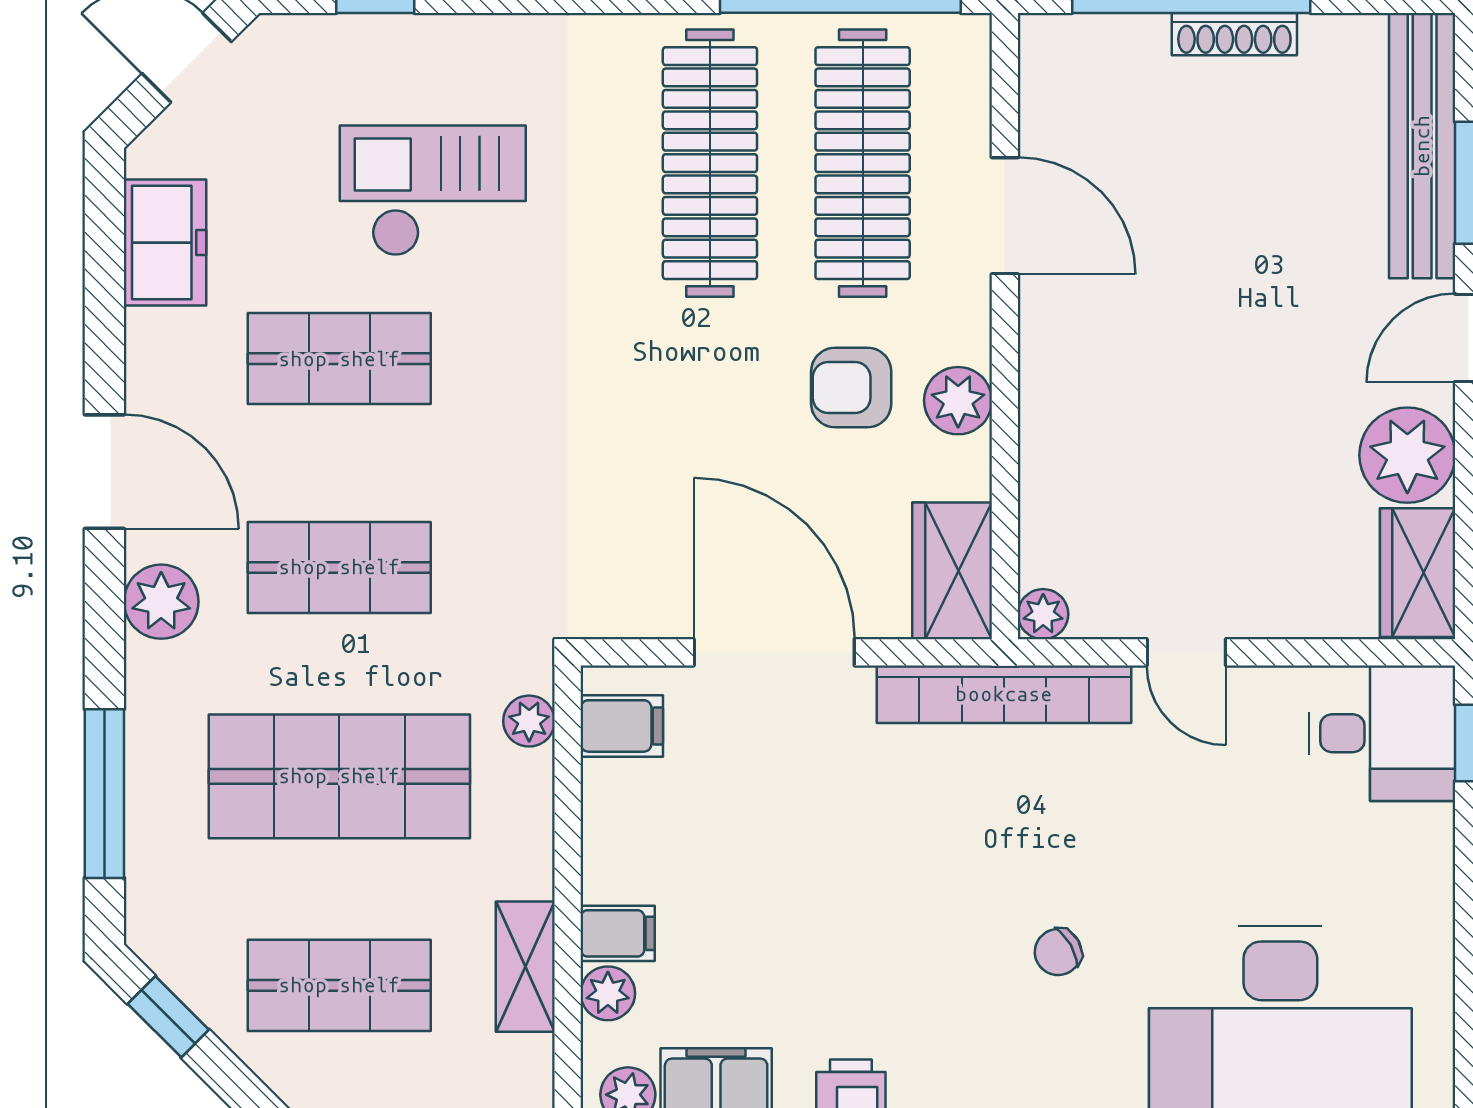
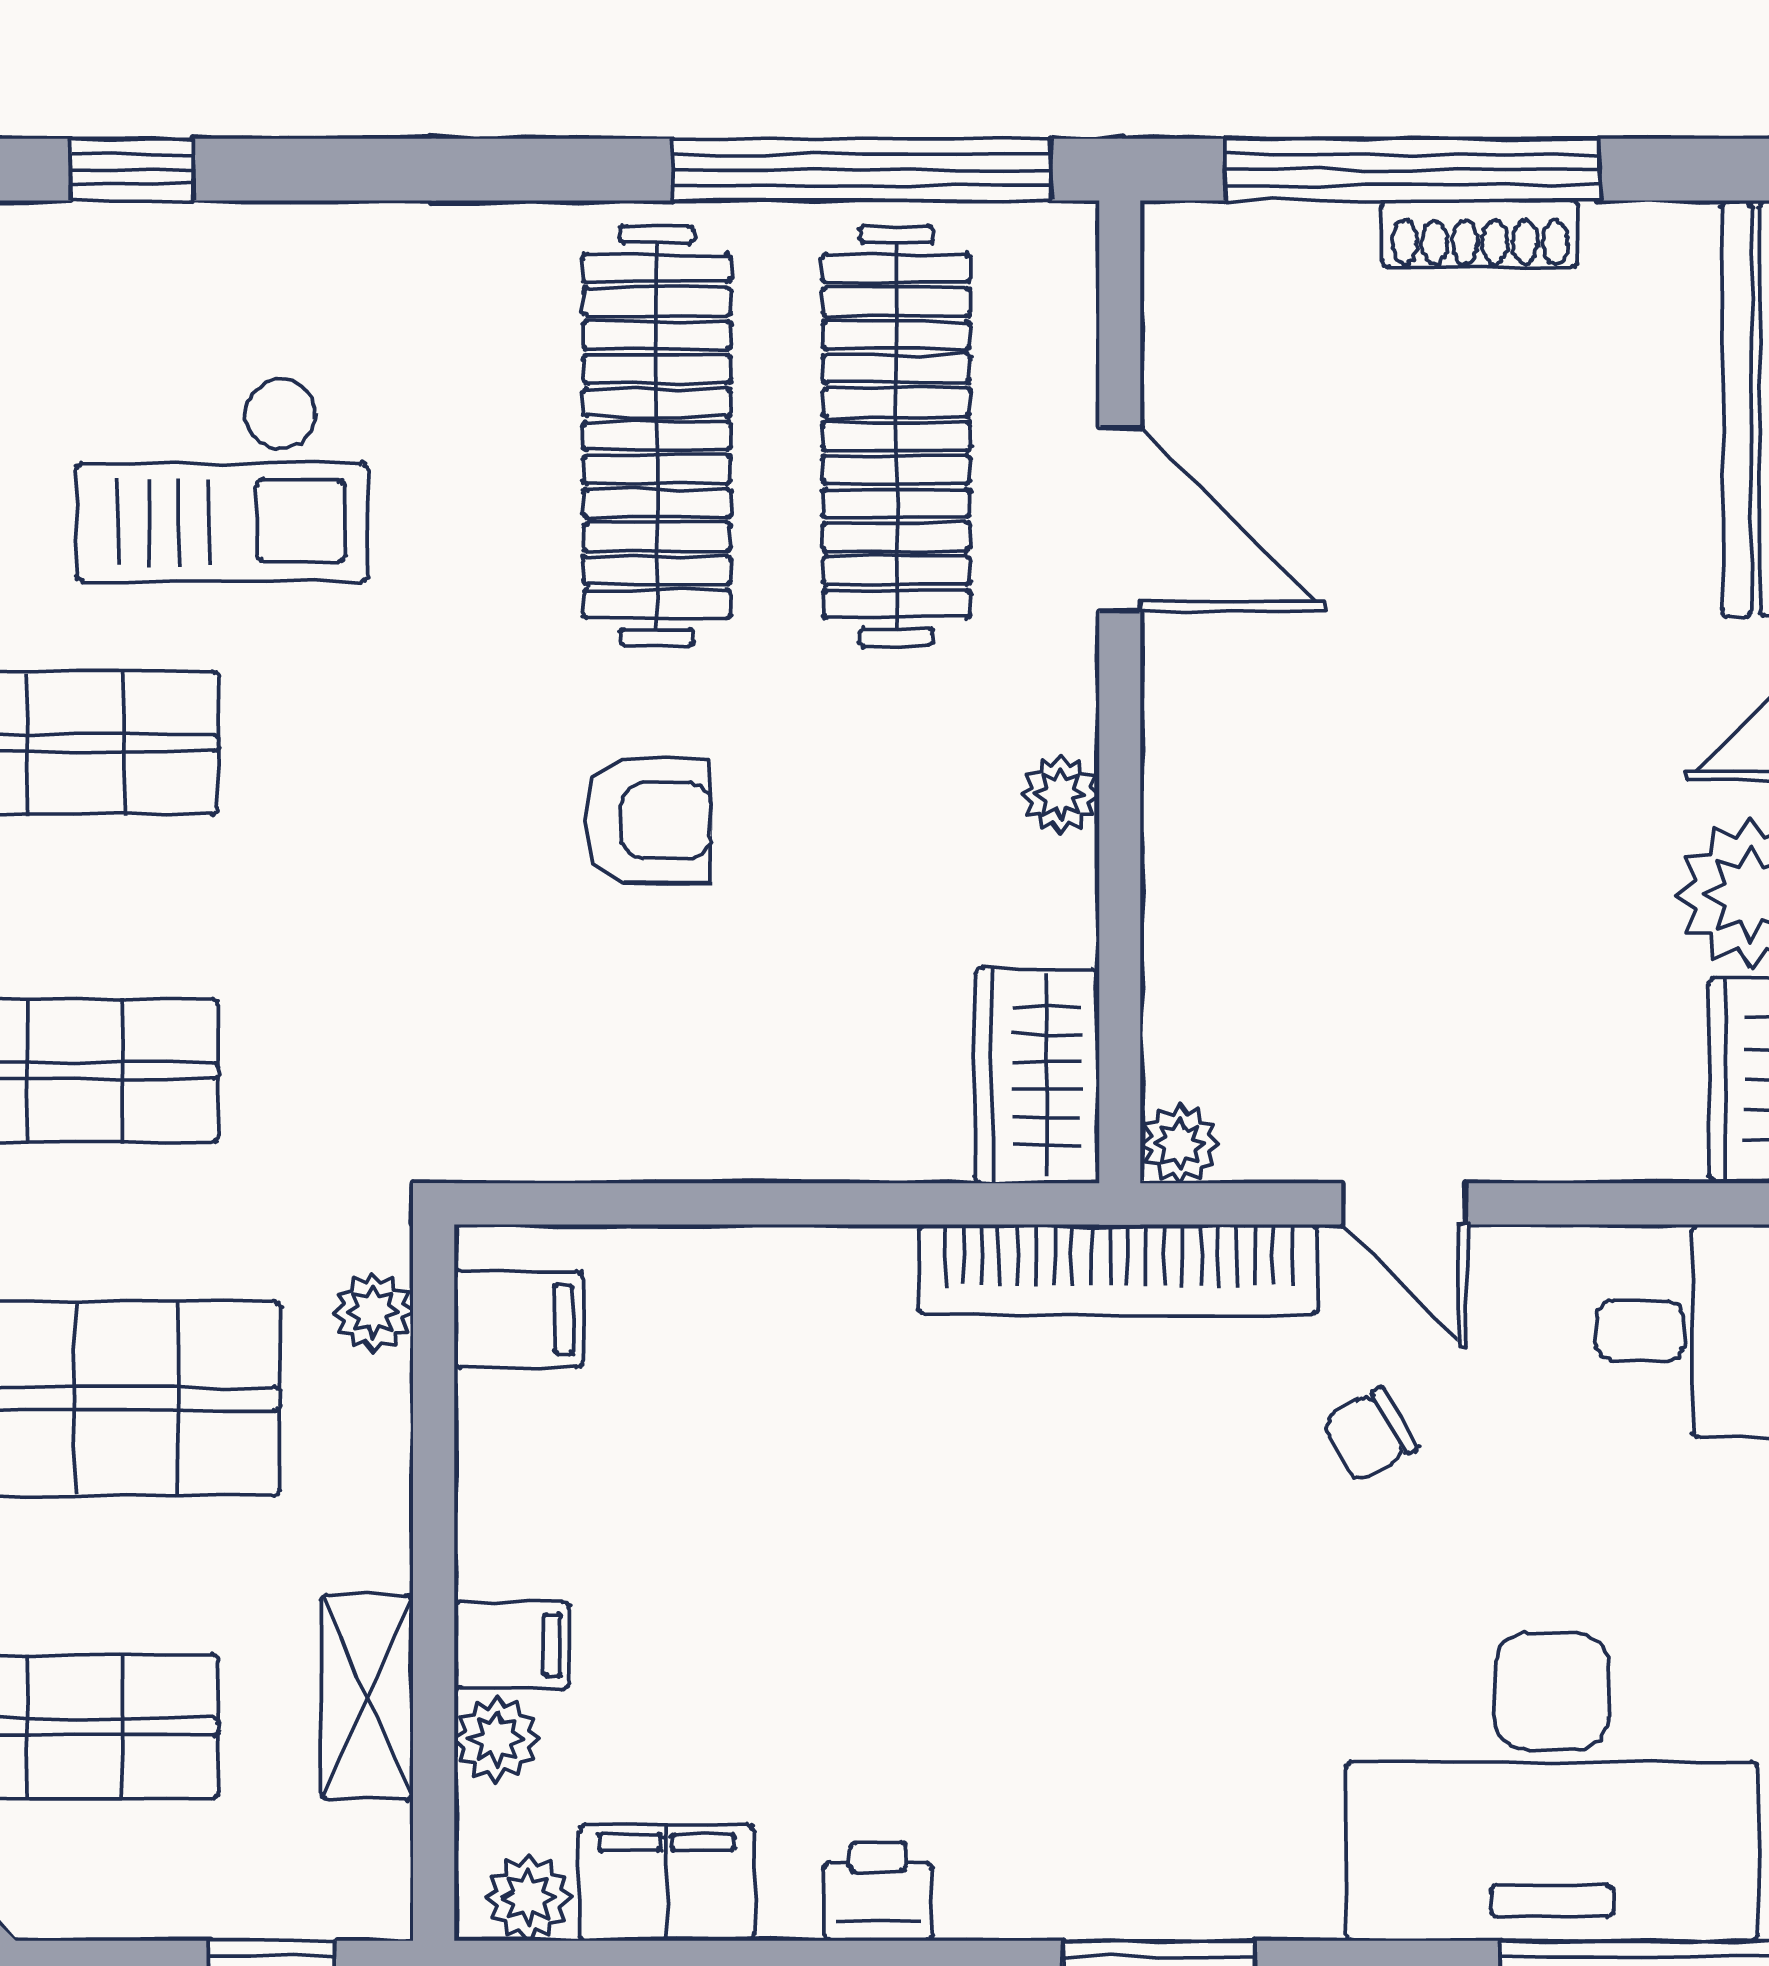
checkout: (433, 191) -> (222, 479), turned 180
armchair: (851, 388) -> (648, 821), moved, turned 180
plant: (958, 401) -> (1061, 794), width x0.73, depth x0.73
door: (774, 652) -> (758, 1204), removed
chair: (1058, 952) -> (1369, 1435), moved

